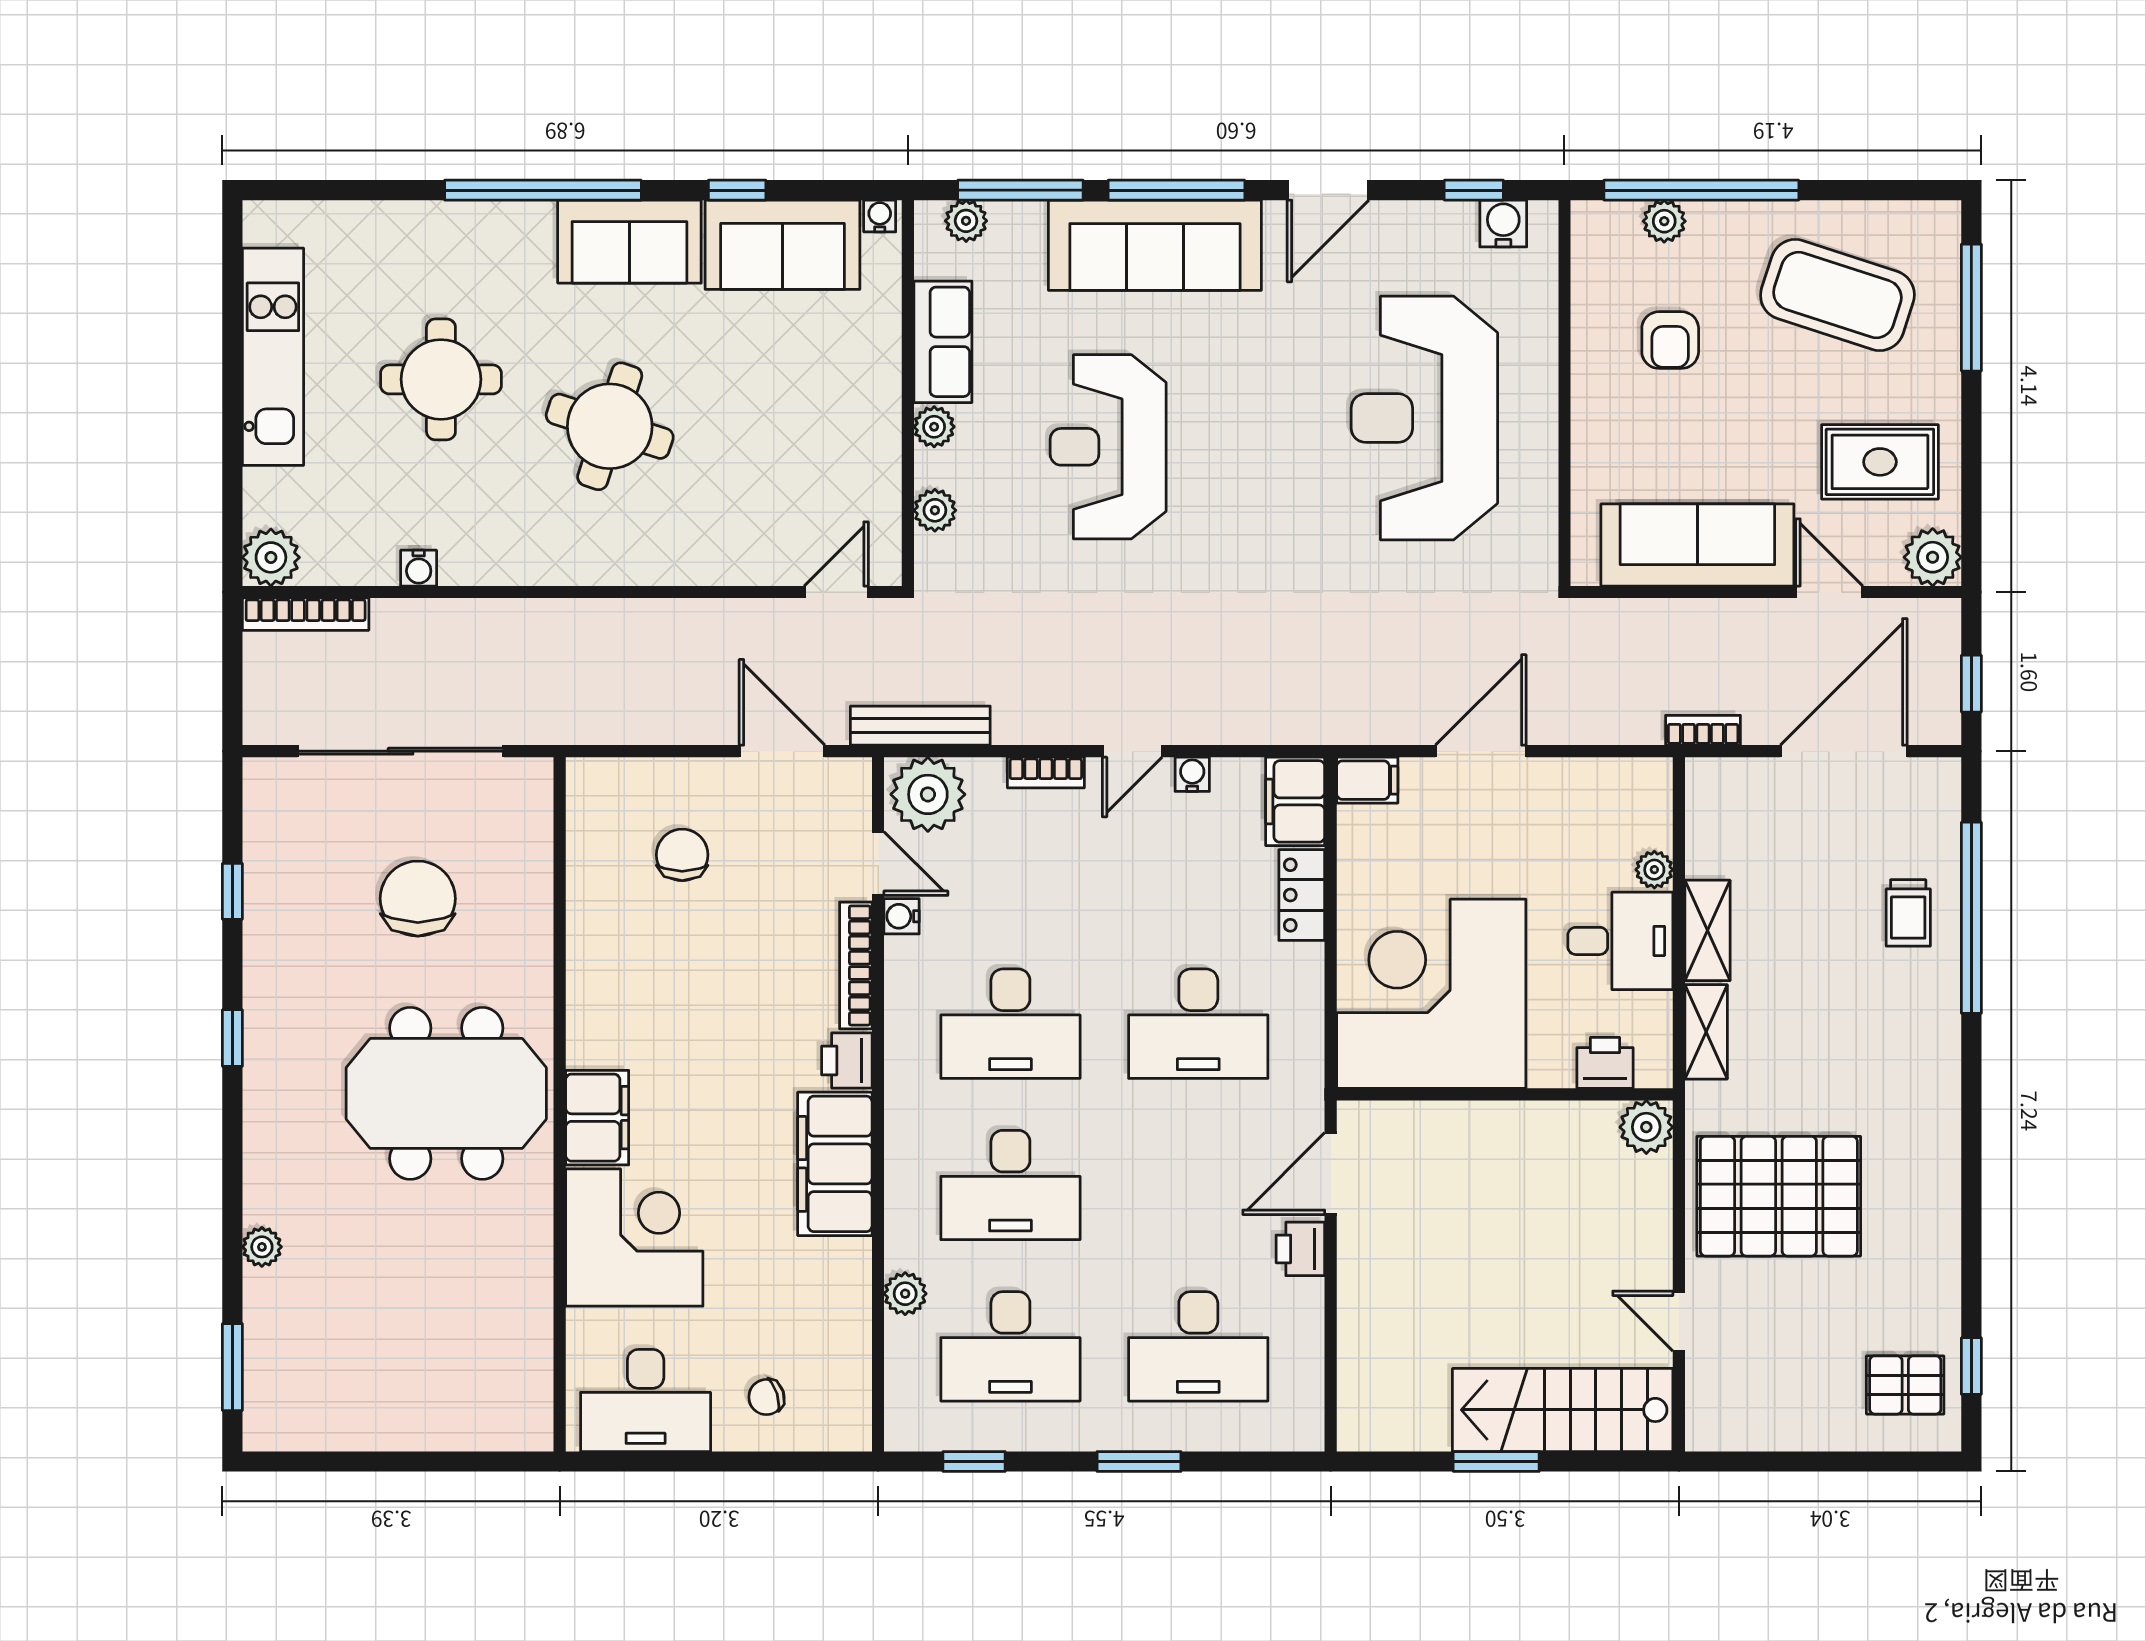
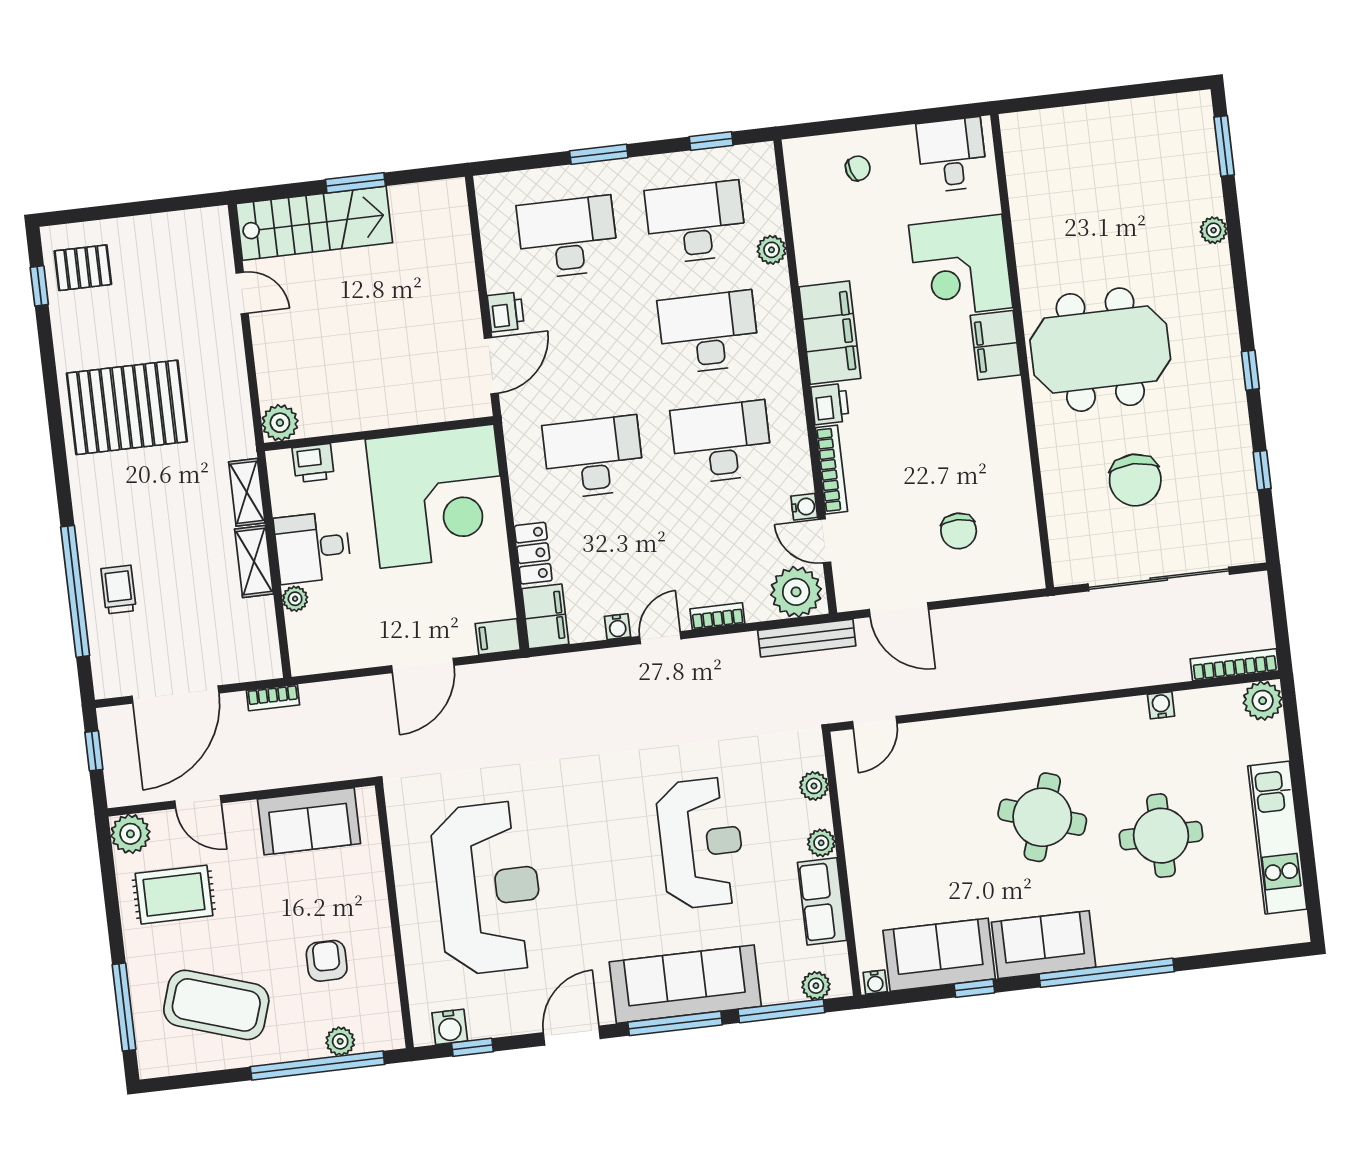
sofa: (1697, 545) -> (309, 821), width x0.73
pallet: (1779, 1196) -> (127, 407), moved
desk: (646, 1401) -> (952, 155), width x0.73

